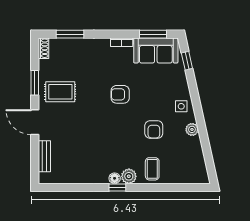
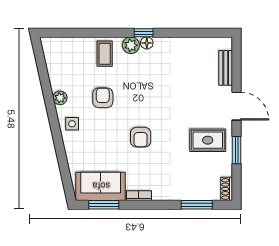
window: (187, 61) -> (66, 175), removed
armchair: (120, 94) -> (141, 137), turned 90

